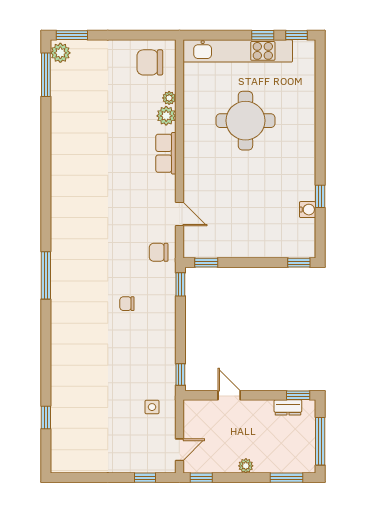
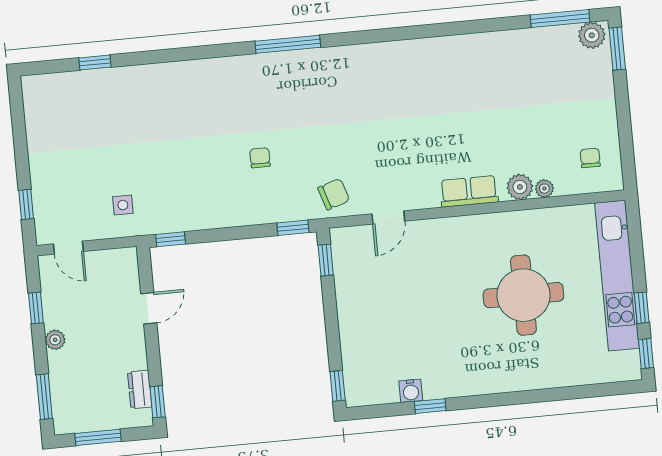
chair: (150, 62) -> (590, 158), width x0.54, depth x0.54
chair: (159, 252) -> (334, 194), turned 72
window: (320, 441) -> (98, 437), width x0.69
window: (201, 478) -> (36, 308), moved

